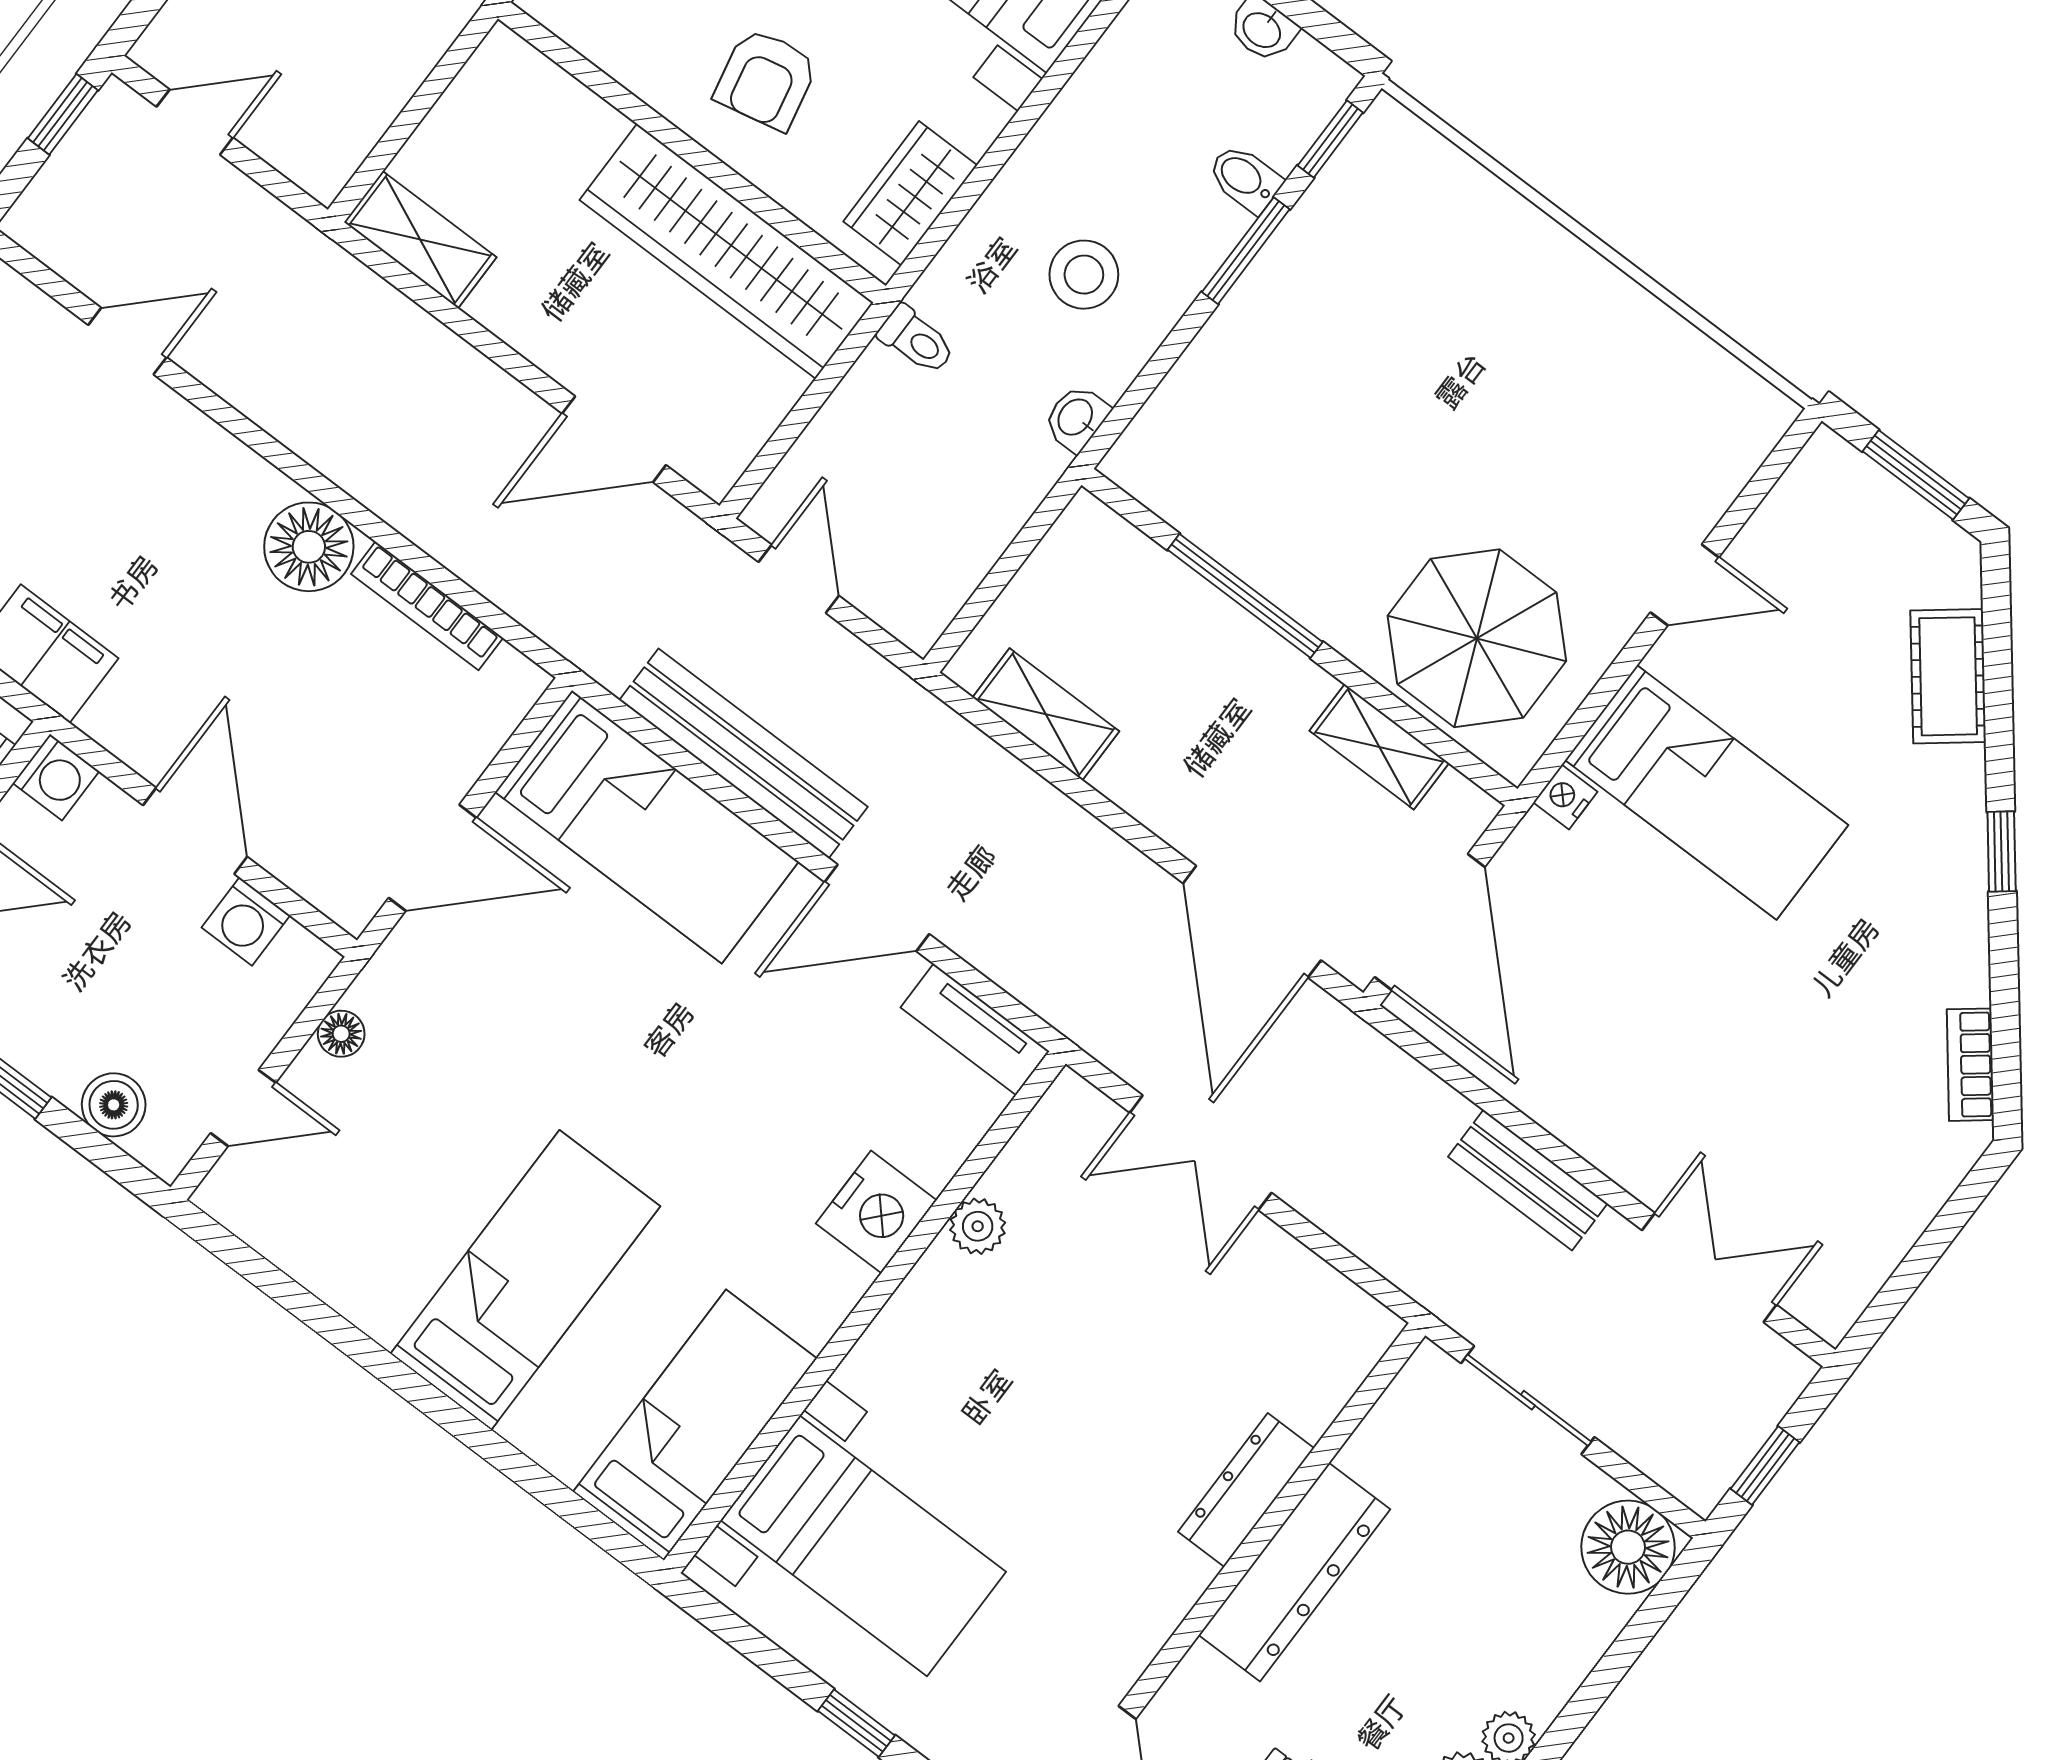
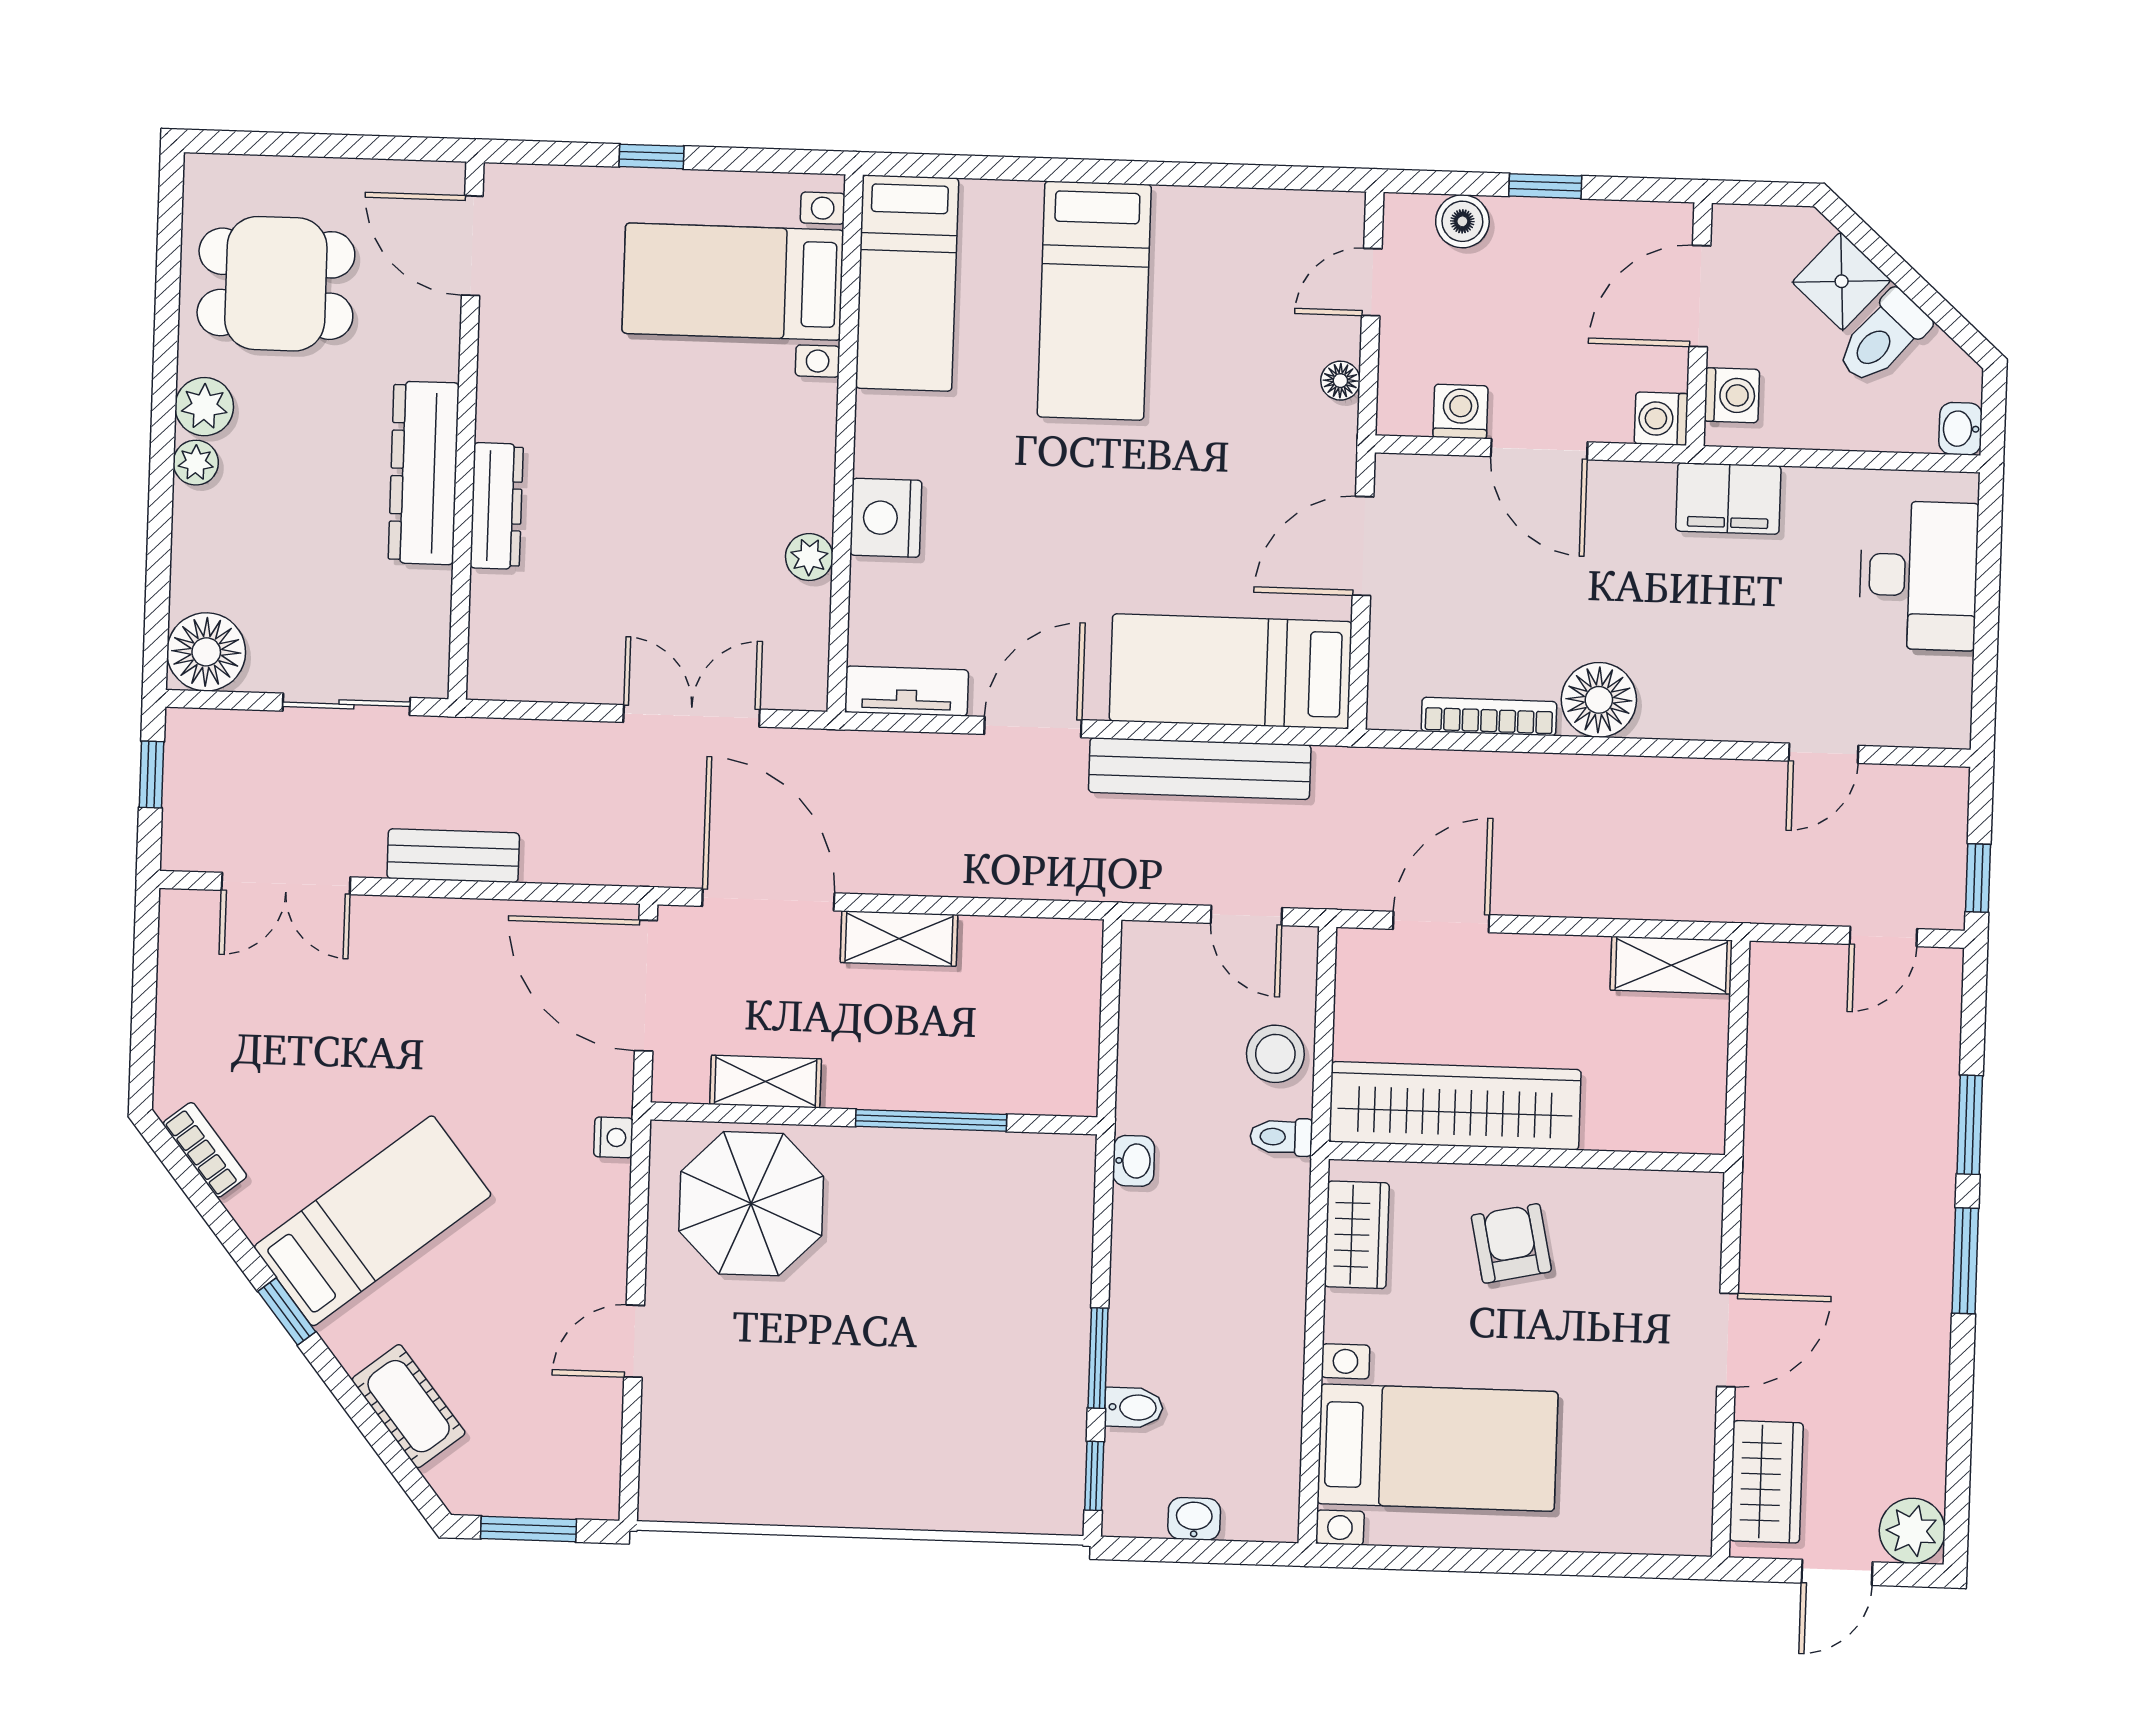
stool: (1084, 275) -> (1275, 1054), moved
shelving: (1046, 714) -> (899, 939), moved
bed: (1707, 792) -> (373, 1221), moved, turned 142

